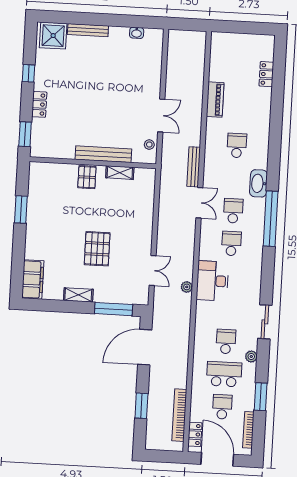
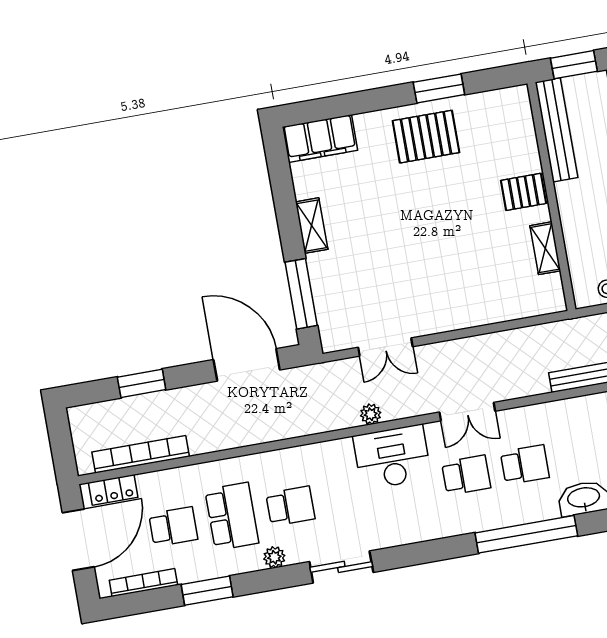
bench: (103, 154) -> (557, 130), moved
double door: (199, 203) -> (467, 412), moved
pallet: (97, 249) -> (426, 137), moved

